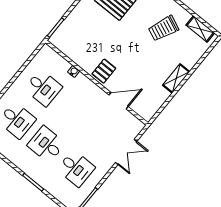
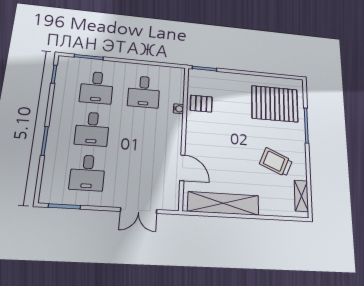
pallet: (104, 71) -> (201, 104), moved
shelving: (176, 78) -> (223, 203), width x2.20, depth x1.33
desk: (46, 144) -> (92, 129), turned 180

